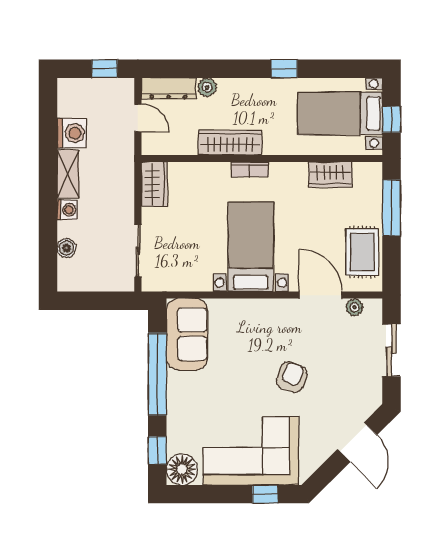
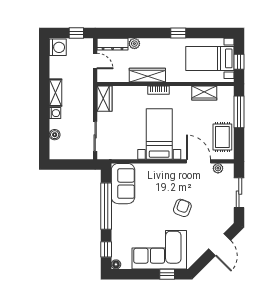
washing machine: (72, 133) -> (58, 47), moved
floor lamp: (182, 469) -> (116, 264), width x0.53, depth x0.53

